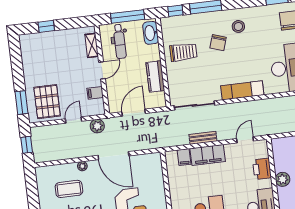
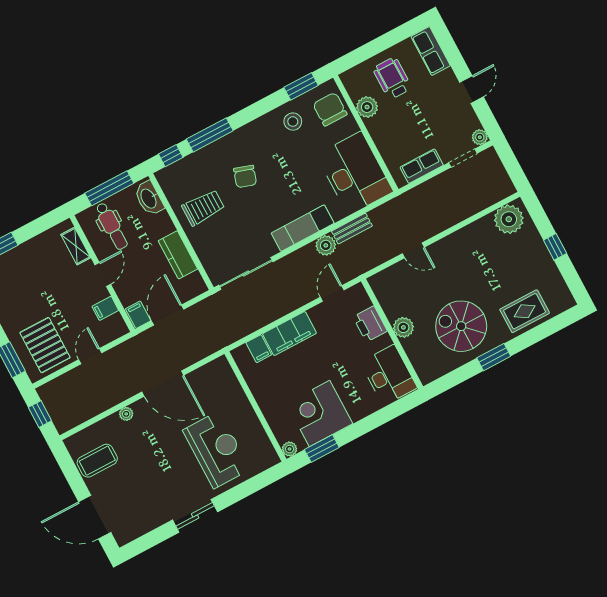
stool: (238, 26) -> (293, 122), moved
filing cabinet: (115, 105) -> (138, 315), added
plant: (97, 126) -> (326, 245), moved
bench: (203, 138) -> (352, 229), moved
coffee table: (69, 189) -> (97, 461), moved

